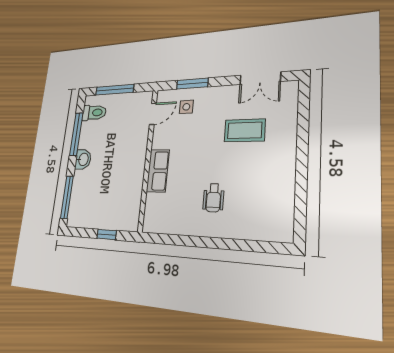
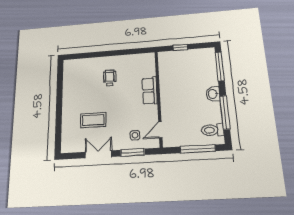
double door: (260, 78) -> (98, 154), moved

